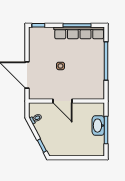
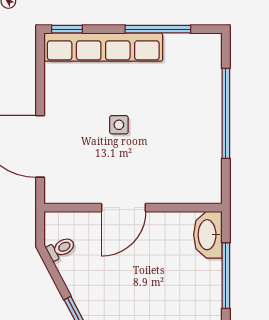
row of seats: (79, 33) -> (103, 47), moved
door: (62, 101) -> (124, 208), hinge flipped
washbasin: (98, 126) -> (208, 235), moved

